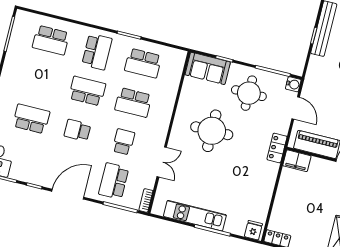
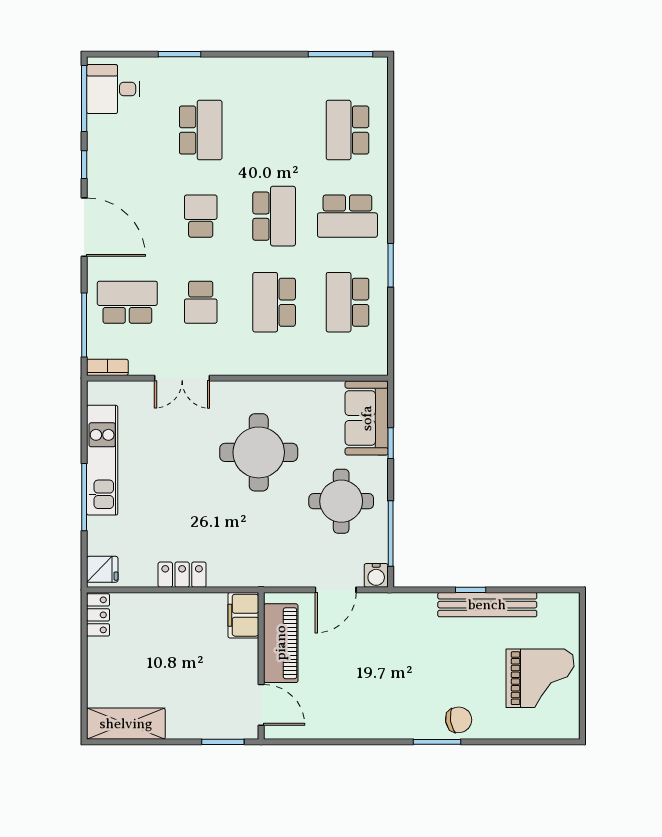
school desk: (124, 142) -> (201, 302), turned 90
locker: (277, 148) -> (182, 575), moved

